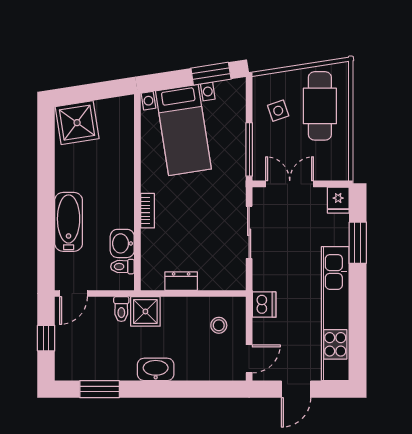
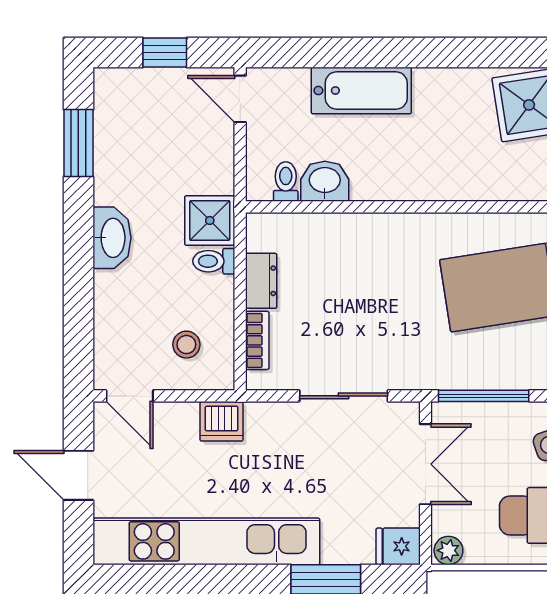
plant: (341, 170) -> (448, 550), added
bookcase: (148, 211) -> (257, 340), moved, turned -90
toilet: (121, 309) -> (214, 261), moved

